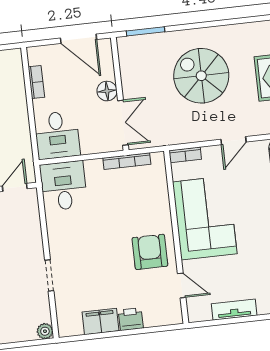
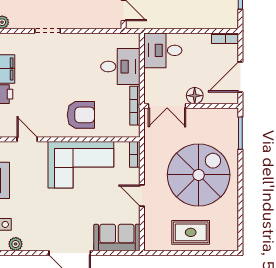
spiral stairs: (201, 76) -> (199, 175), width x1.37, depth x1.37
bookcase: (36, 82) -> (225, 38), moved
desk: (63, 186) -> (120, 67), moved
armchair: (150, 252) -> (81, 115), moved
door: (182, 285) -> (27, 139), swing flipped

